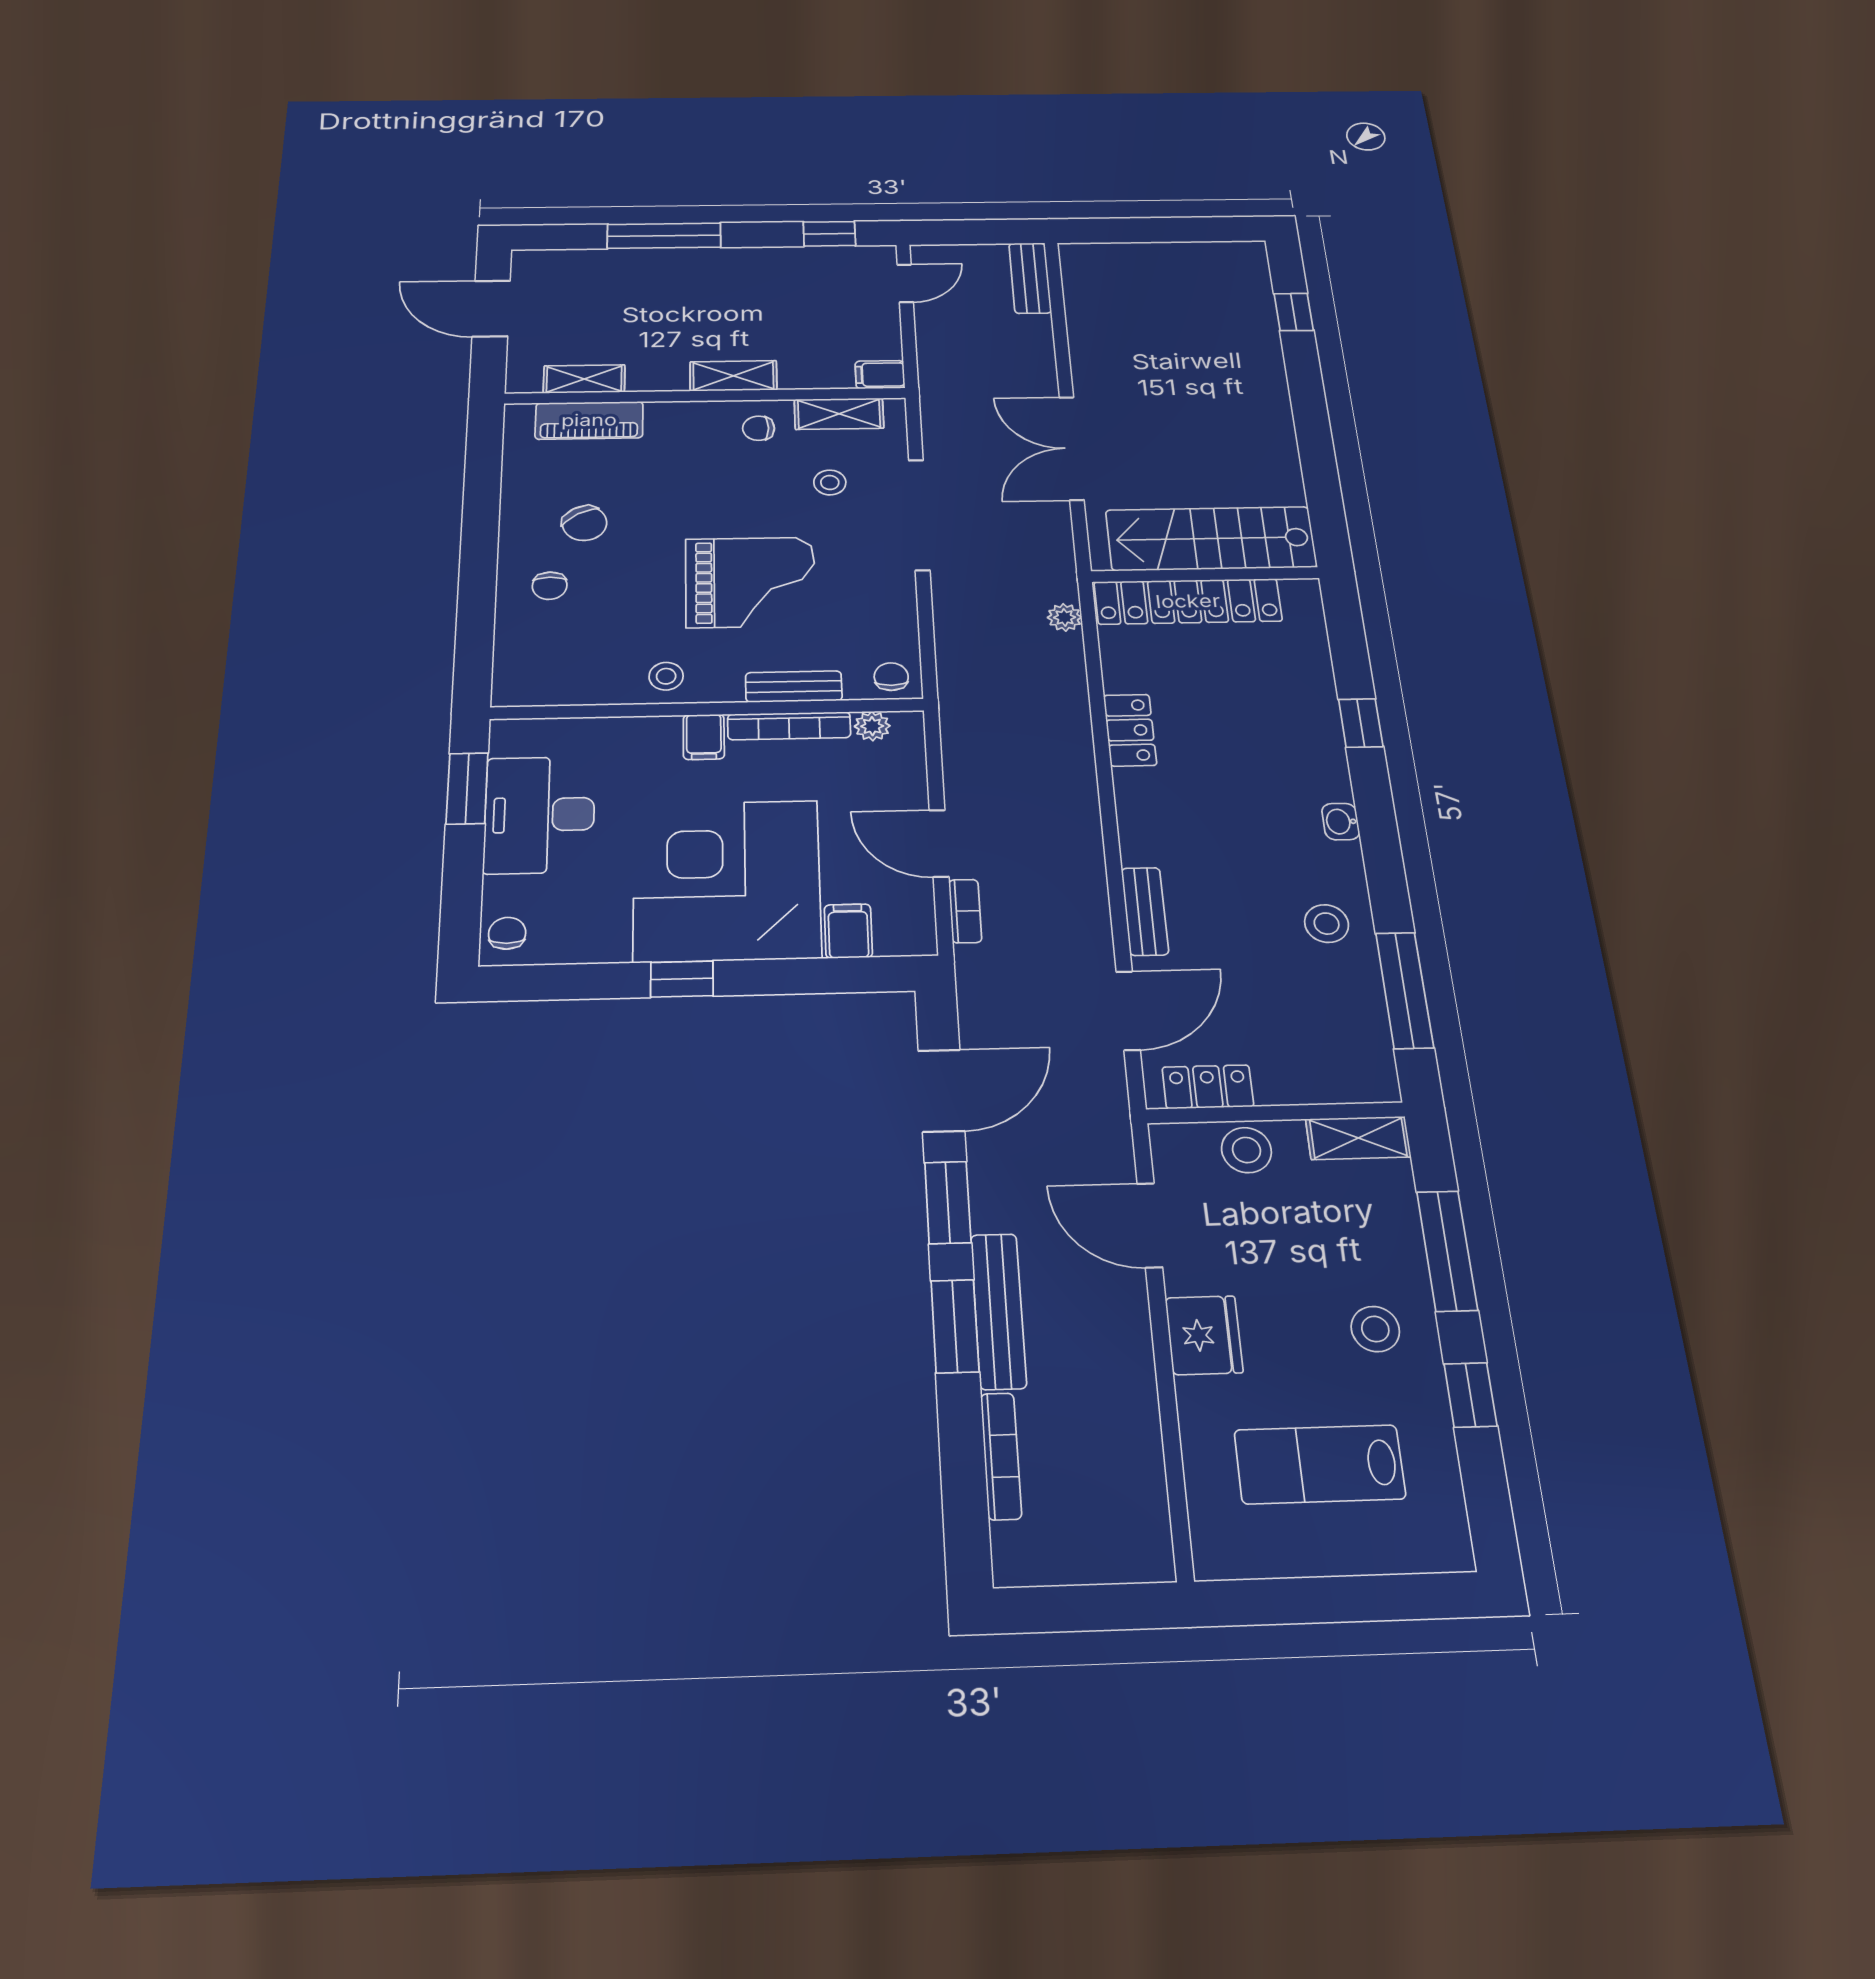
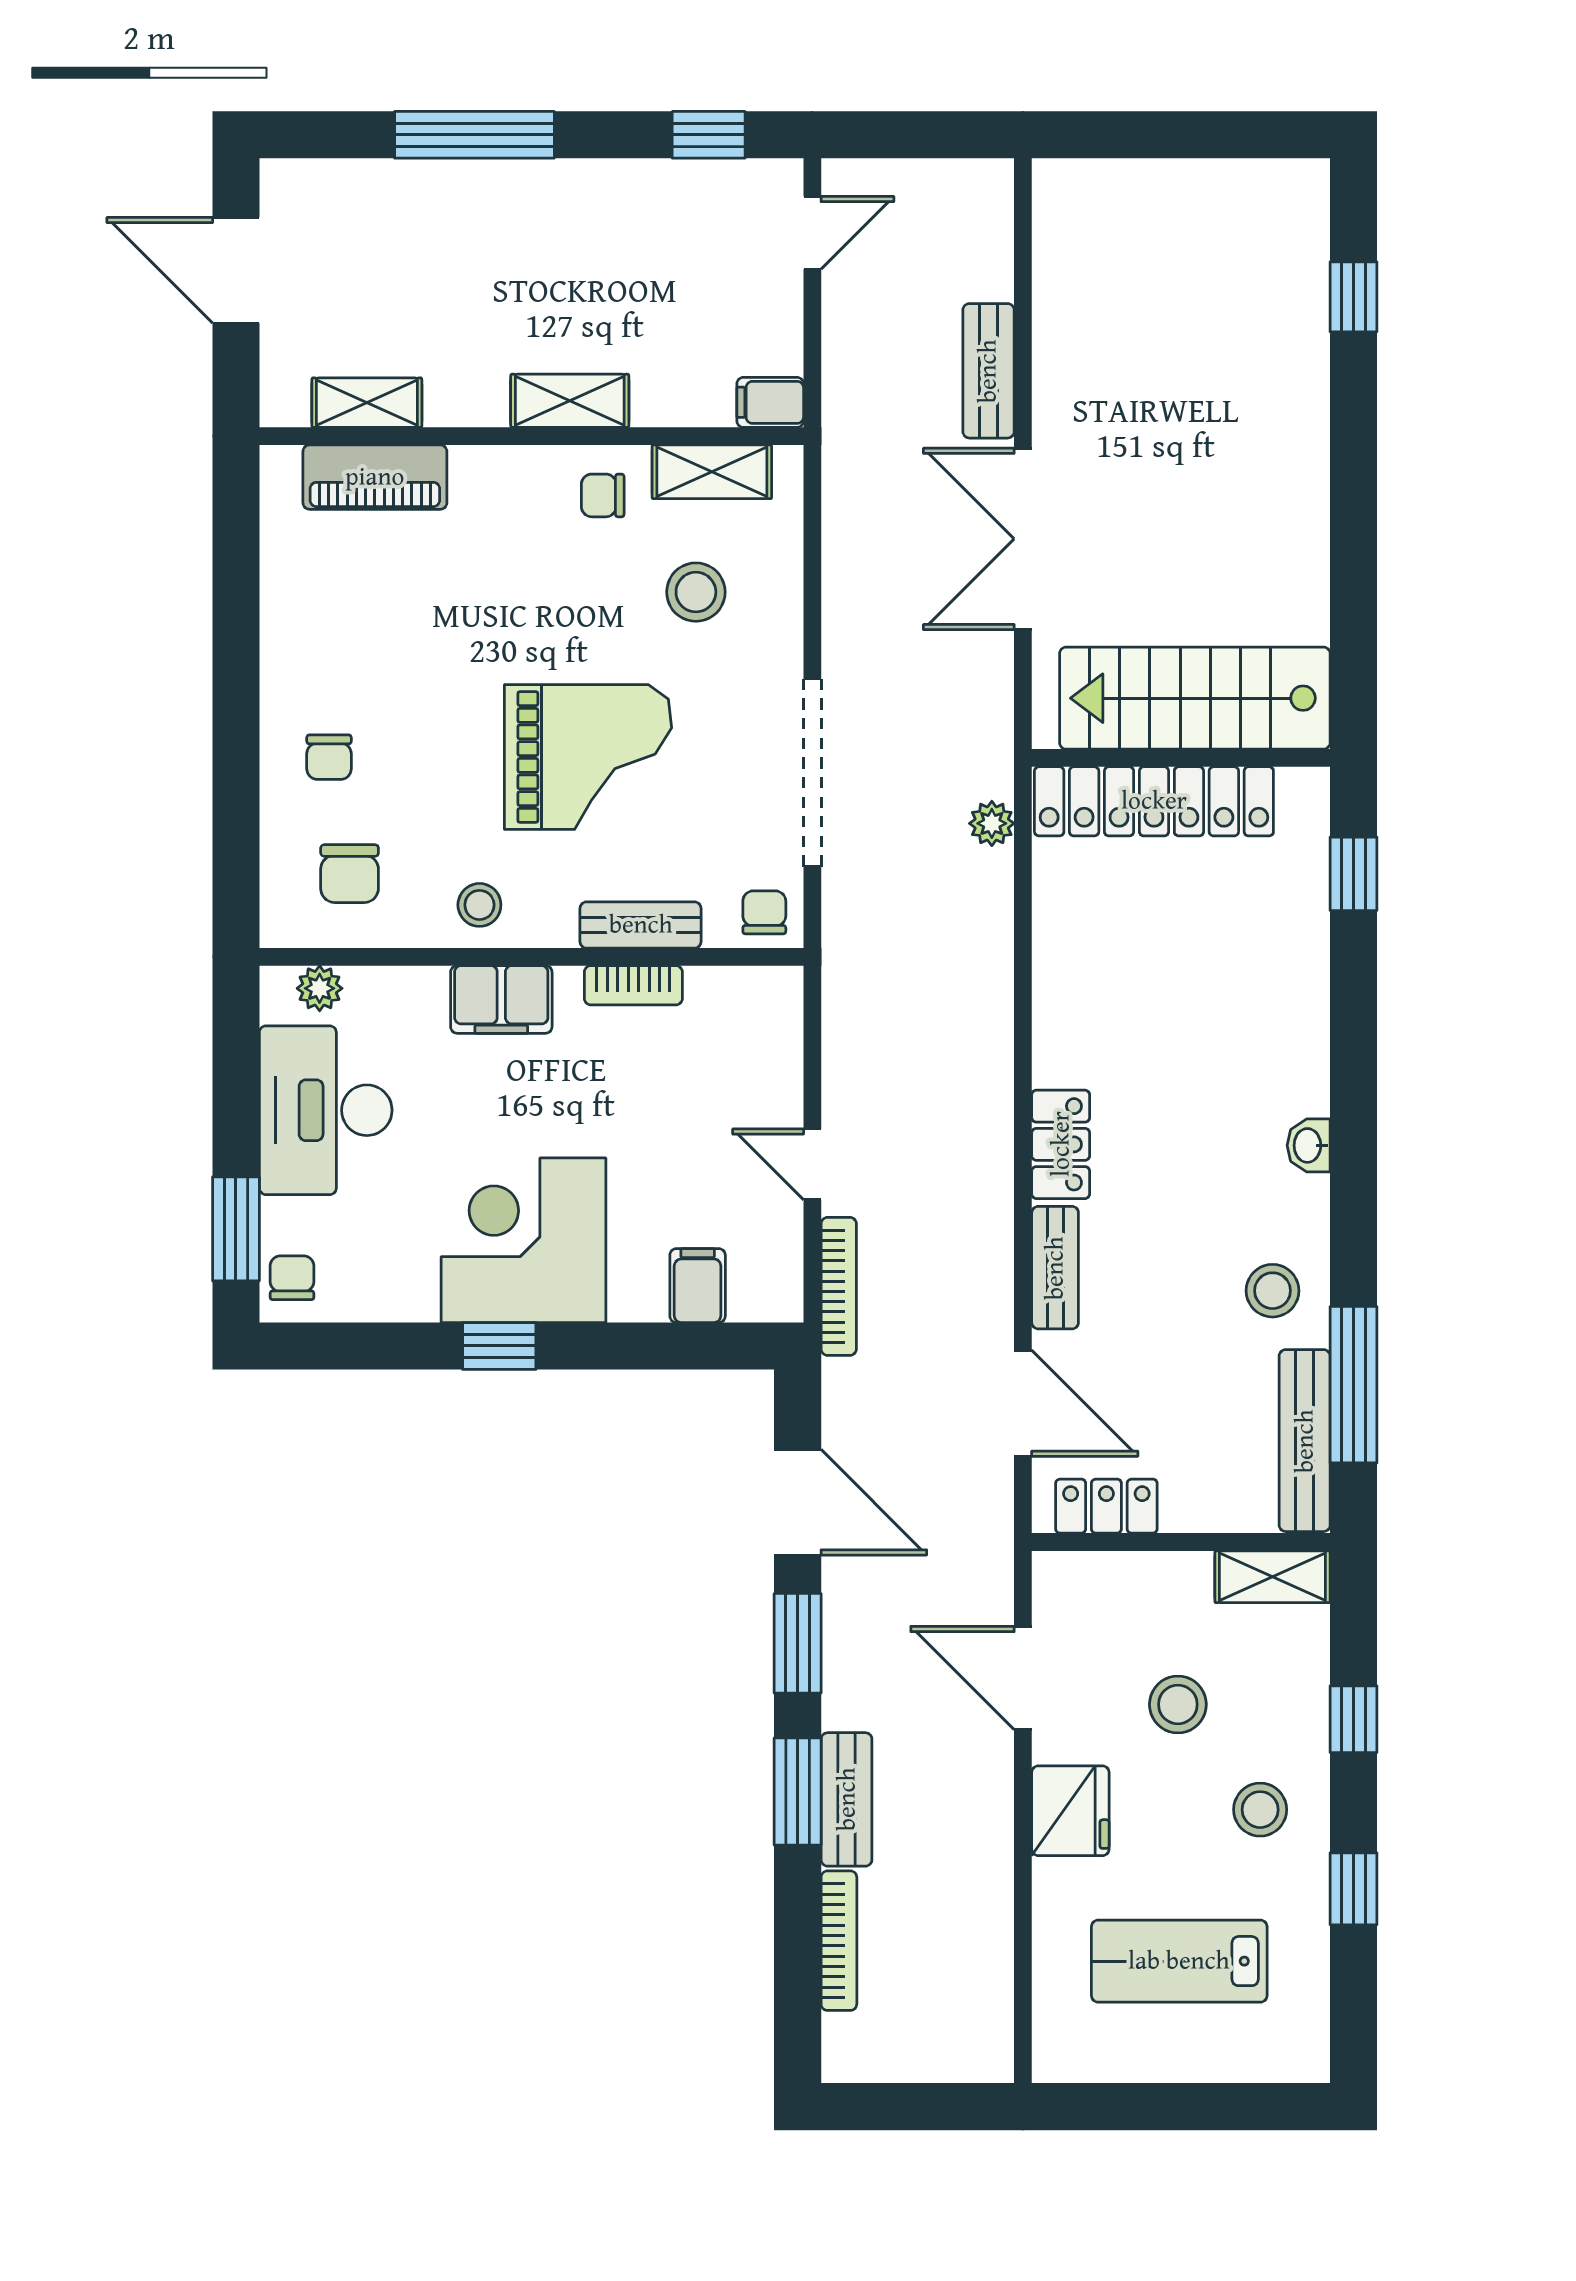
bench: (1030, 278) -> (988, 371), moved
stool: (830, 482) -> (696, 592), width x1.37, depth x1.37
doorway: (919, 515) -> (812, 773), moved
chair: (585, 523) -> (350, 874), moved, turned 31
window: (1361, 723) -> (1353, 874), moved
bookcase: (789, 726) -> (633, 985), width x0.64
plant: (872, 726) -> (320, 988), moved
locker: (1130, 730) -> (1061, 1144), moved
filing cabinet: (704, 737) -> (501, 999), width x2.00
window: (467, 788) -> (236, 1229), moved
door: (939, 843) -> (812, 1164), width x0.73
corner desk: (727, 880) -> (523, 1240), width x0.74, depth x0.74
bookcase: (965, 911) -> (839, 1286), width x1.56
door: (1128, 1011) -> (1023, 1403), hinge flipped
bench: (1370, 1033) -> (1305, 1441), added
door: (941, 1091) -> (798, 1502), hinge flipped
stool: (1246, 1150) -> (1178, 1704), moved
window: (1447, 1251) -> (1353, 1719), width x0.46
bench: (998, 1311) -> (847, 1799), width x0.73

